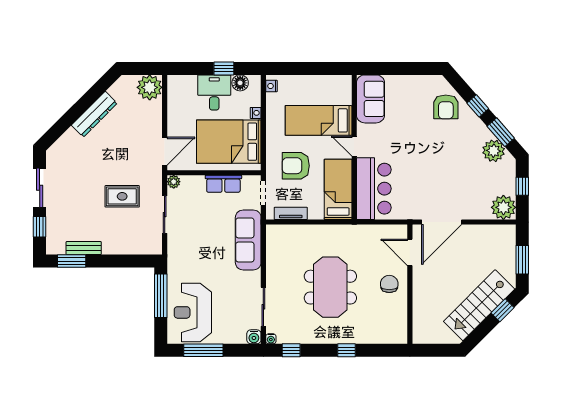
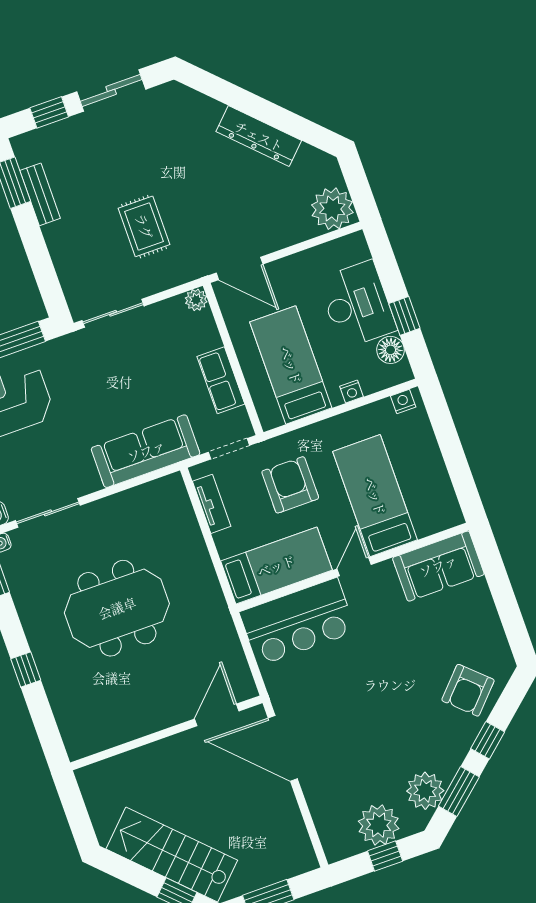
desk: (214, 92) -> (357, 305), width x1.37
armchair: (446, 107) -> (468, 690), turned -47
bed: (229, 142) -> (291, 365), width x0.67
plant: (503, 207) -> (379, 825), moved
sliding door: (165, 215) -> (113, 313), moved
chair: (389, 284) -> (155, 700), removed

